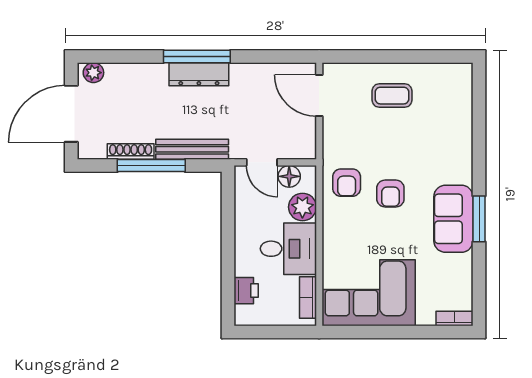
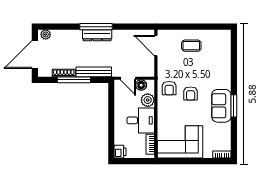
printer: (246, 291) -> (120, 152), moved

